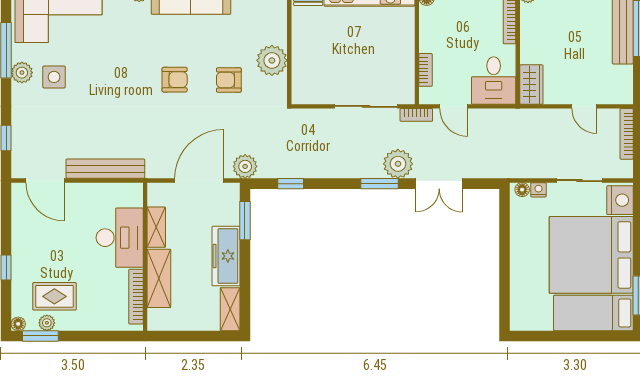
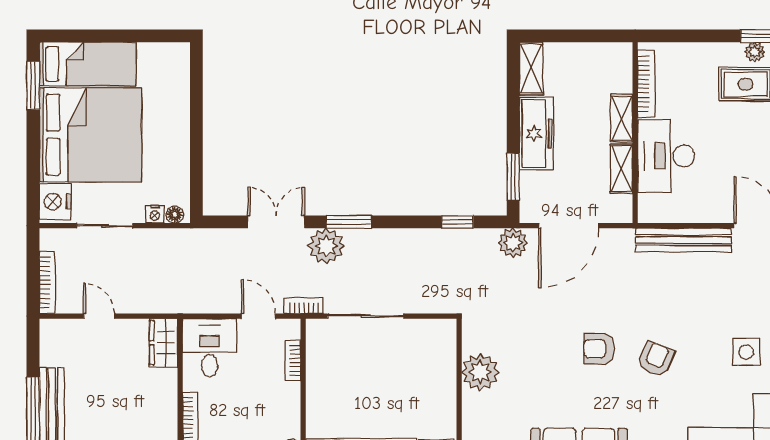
armchair: (229, 80) -> (656, 359), moved, turned -67
shelving: (159, 278) -> (622, 118), width x0.67, depth x0.75

